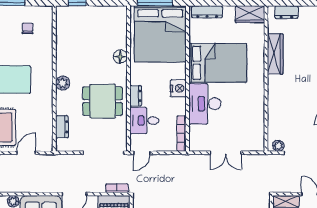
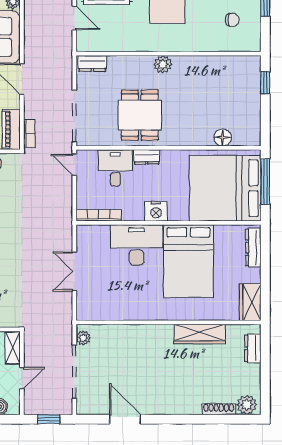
floor lamp: (120, 57) -> (223, 137), moved
dresser: (62, 127) -> (92, 63), moved

